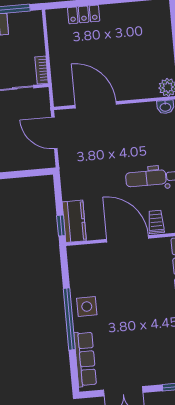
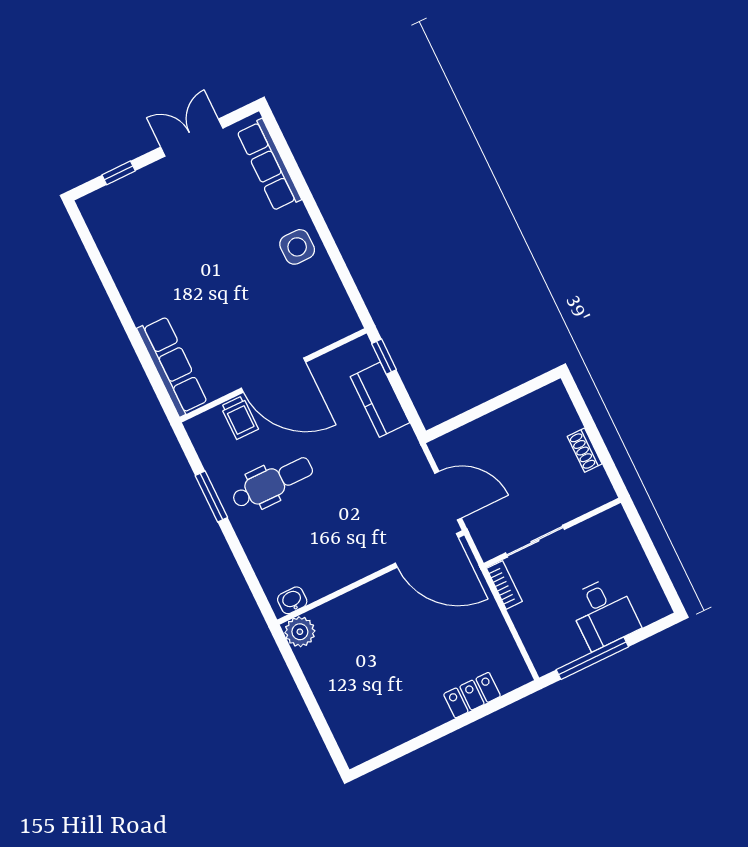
door: (96, 105) -> (427, 550), moved
kitchen counter: (74, 221) -> (380, 400), moved
window: (69, 319) -> (317, 218), removed

